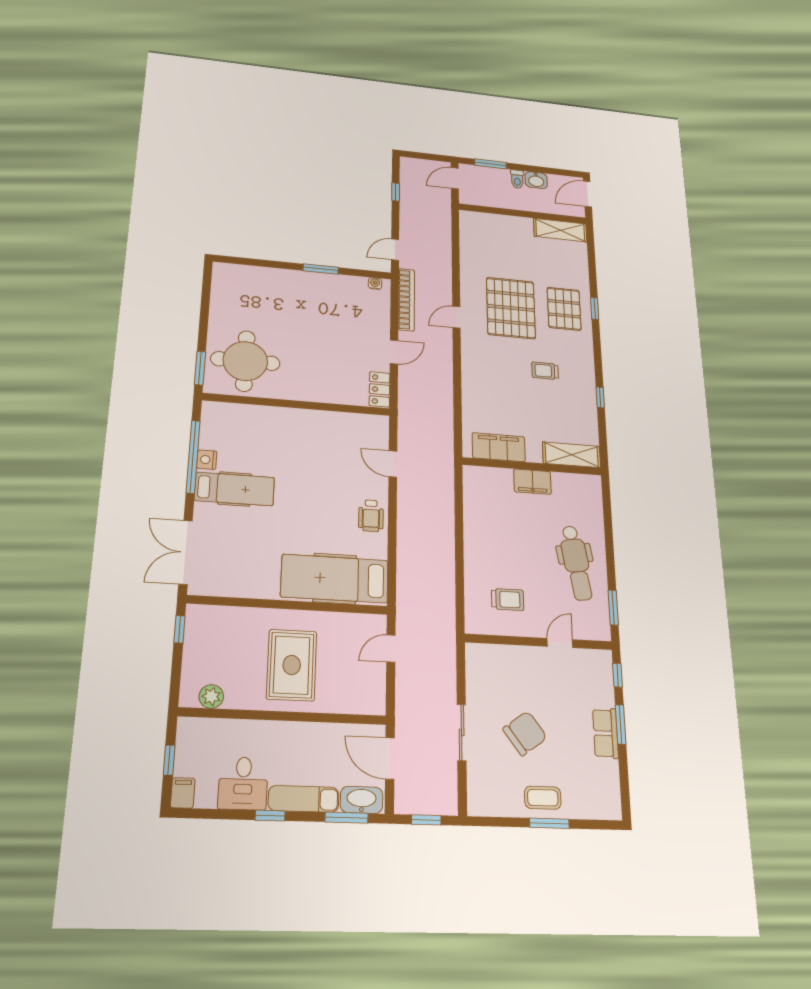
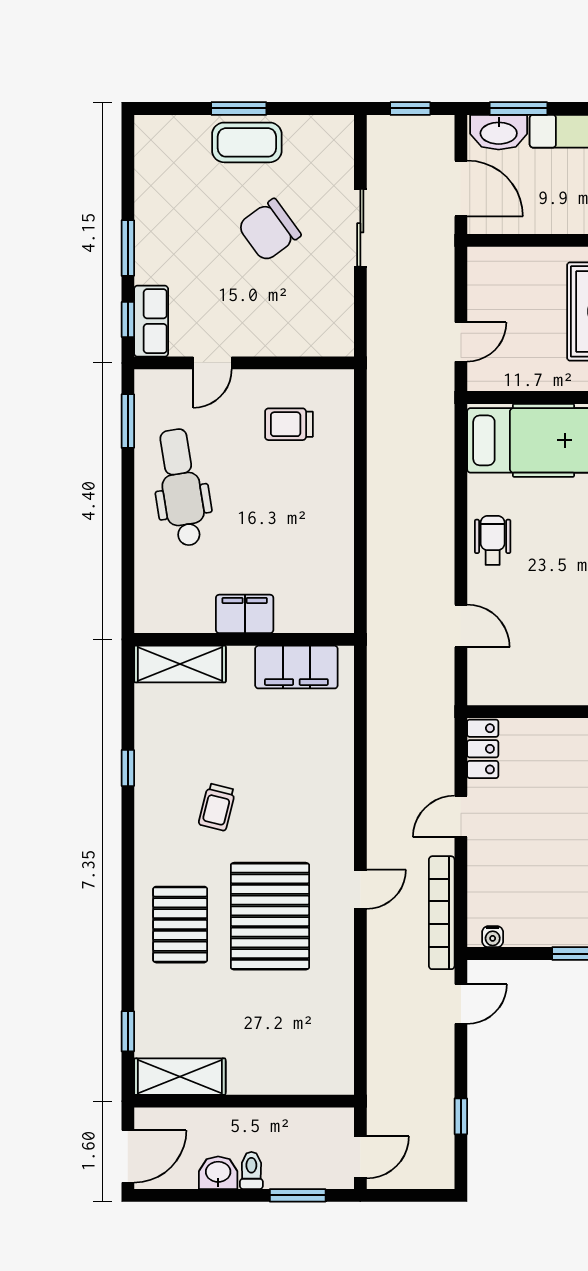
window: (595, 308) -> (128, 1031), moved
trolley: (545, 371) -> (217, 807), turned 104
row of seats: (605, 733) -> (151, 321), moved
coffee table: (543, 798) -> (247, 142), width x1.36, depth x1.30

